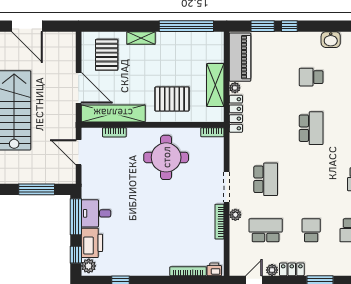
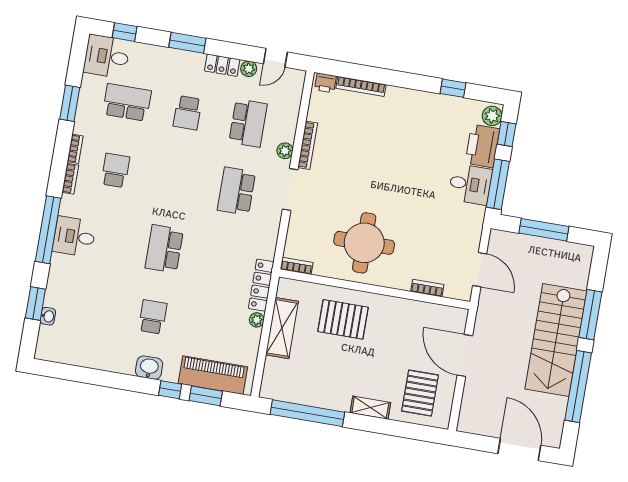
washbasin: (331, 40) -> (149, 368), moved
piano: (240, 57) -> (213, 375), moved, turned 90
school desk: (311, 77) -> (153, 317), turned -90
shelving: (113, 113) -> (425, 313), removed
school desk: (266, 230) -> (248, 123), turned -90

